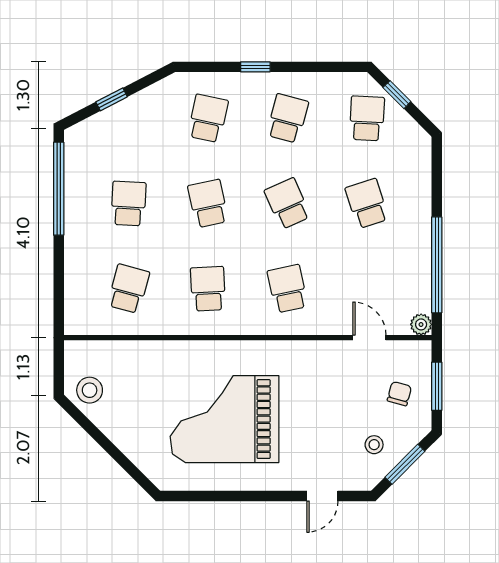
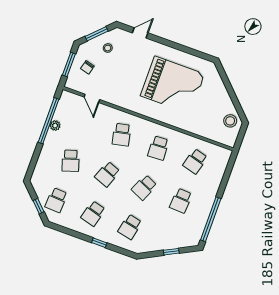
school desk: (208, 204) -> (144, 187), turned 36
school desk: (287, 204) -> (107, 174), turned 45
plant: (421, 324) -> (55, 126), moved

